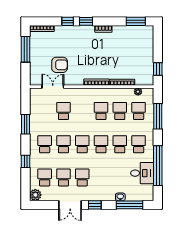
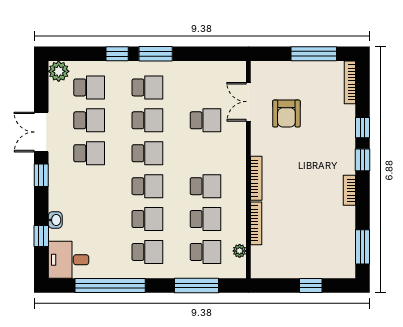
window: (158, 69) -> (311, 286), moved
double door: (53, 87) -> (248, 102), swing flipped
window: (25, 124) -> (156, 54), moved
desk: (142, 173) -> (69, 260), moved, turned 90
window: (129, 205) -> (41, 236), width x0.46

